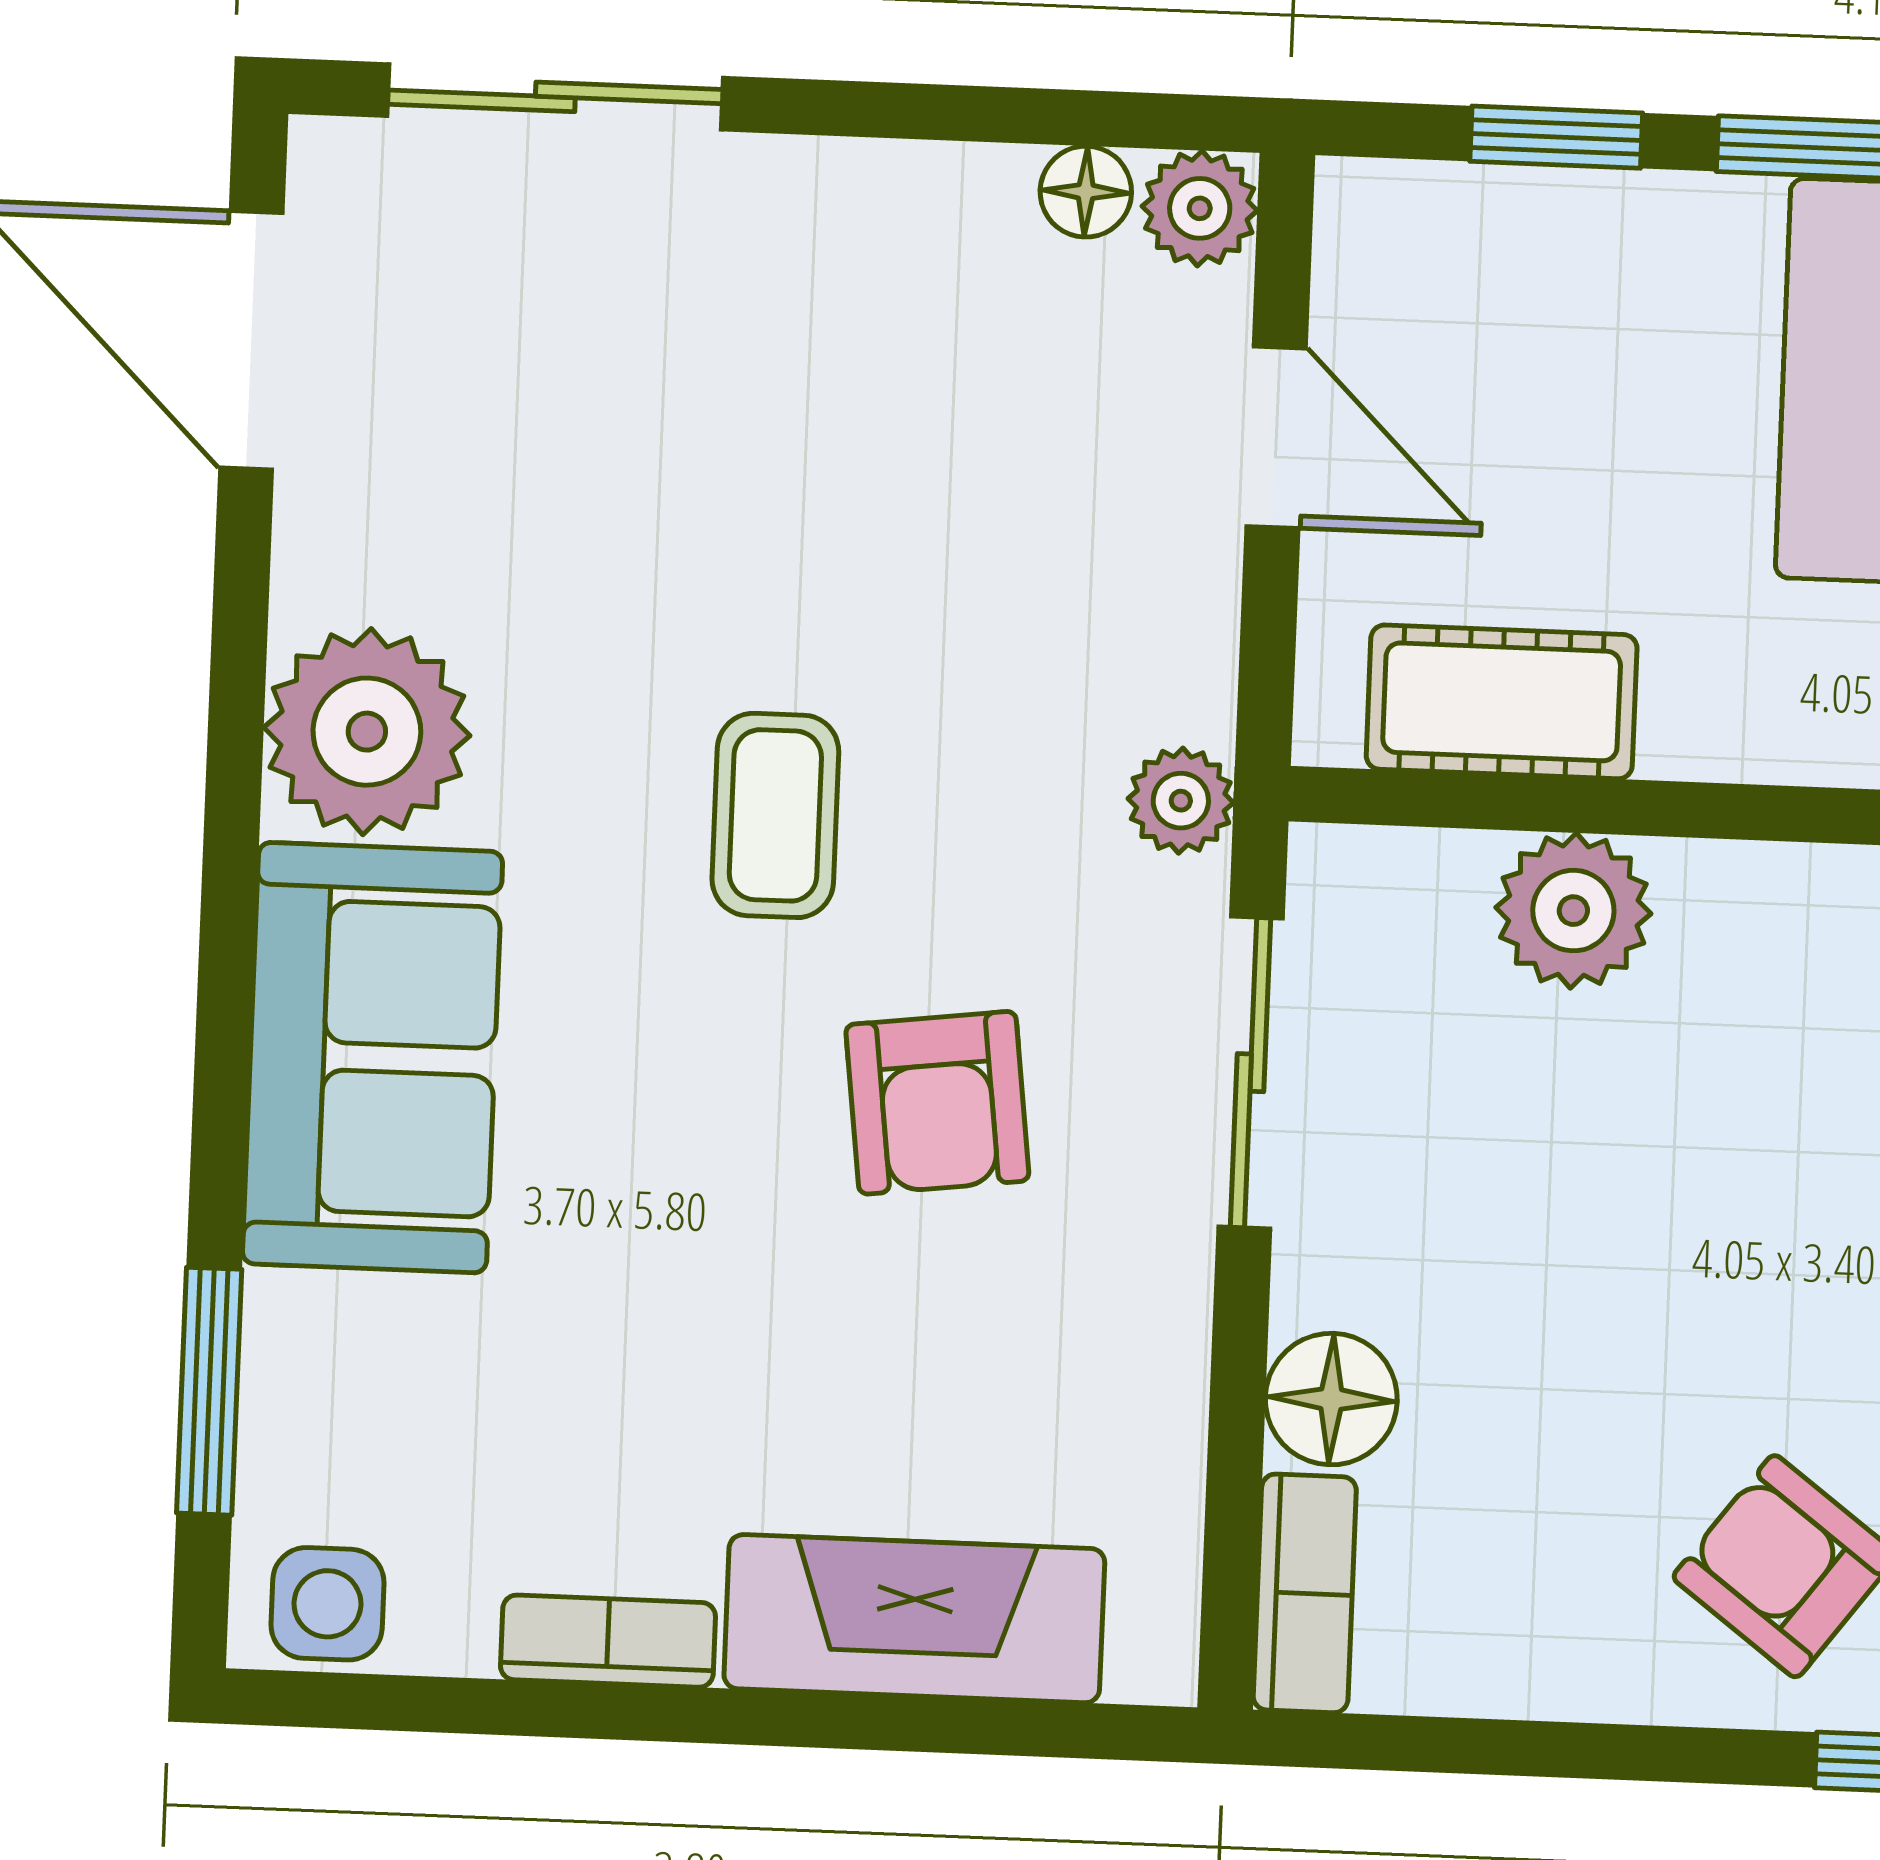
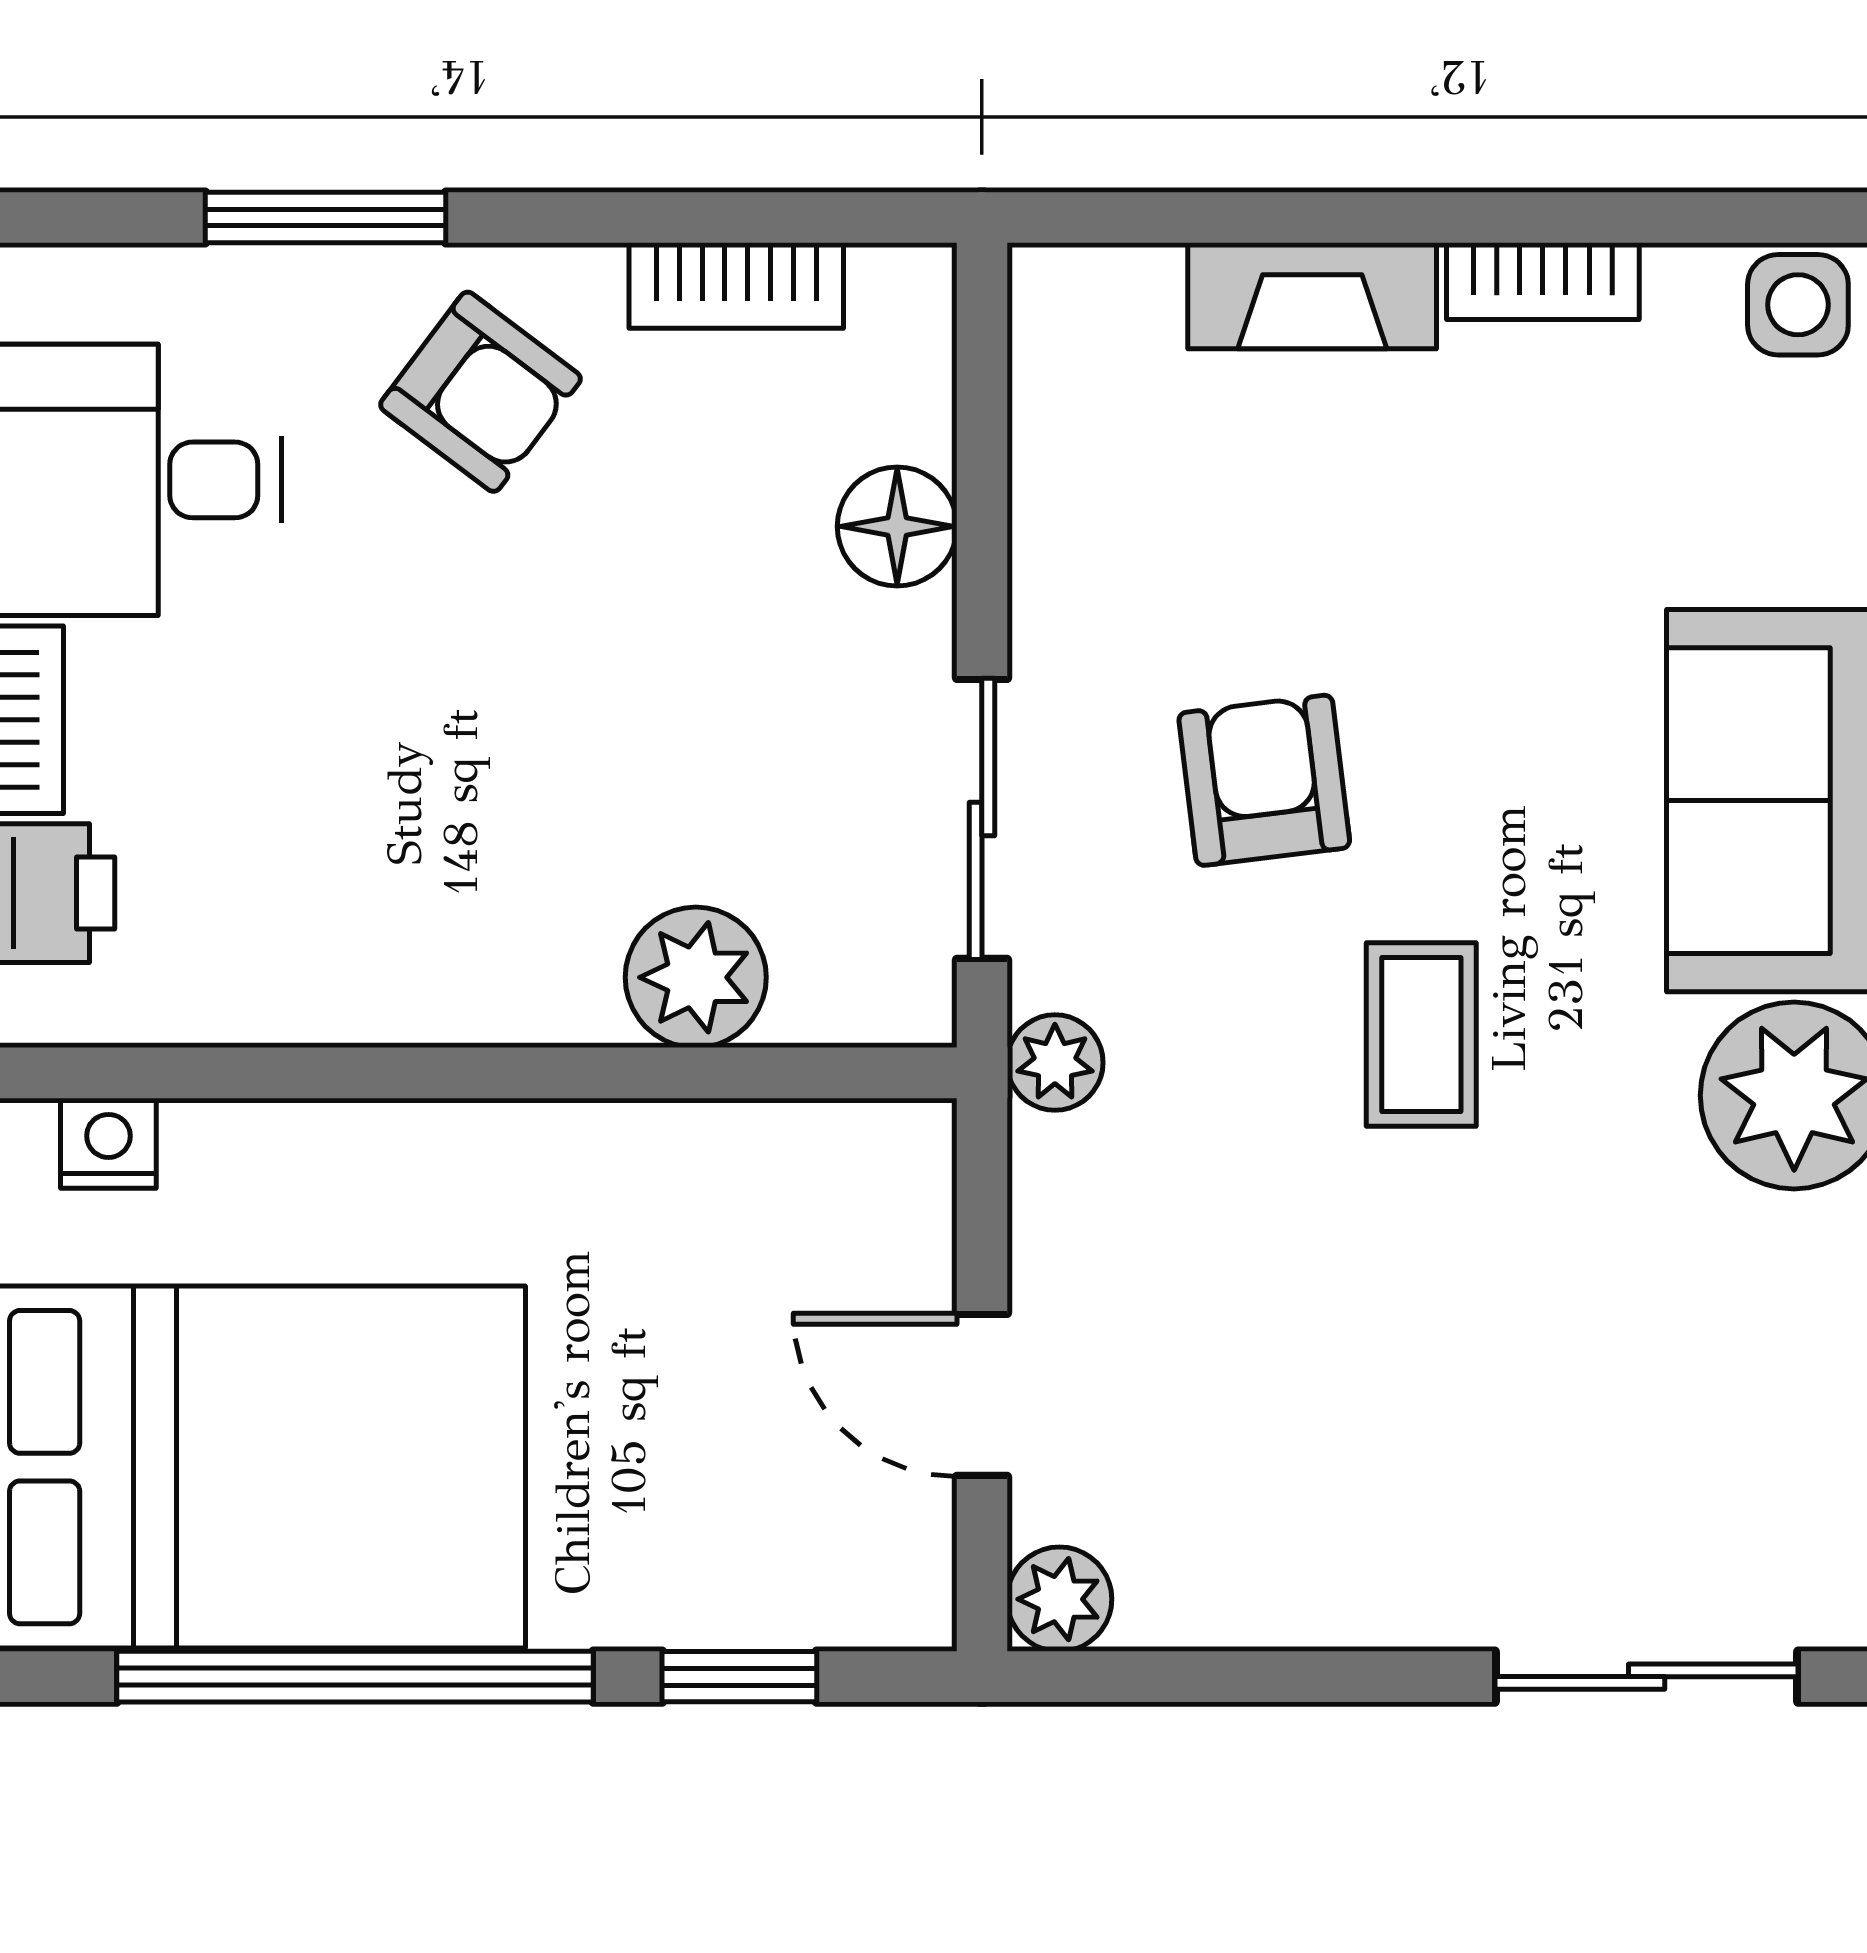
floor lamp: (1086, 192) -> (1163, 1610), removed
cot: (1502, 702) -> (768, 1164), removed
bookcase: (1305, 1593) -> (736, 285), moved, turned -90
fireplace: (914, 1619) -> (1312, 296), width x0.73, depth x0.76

